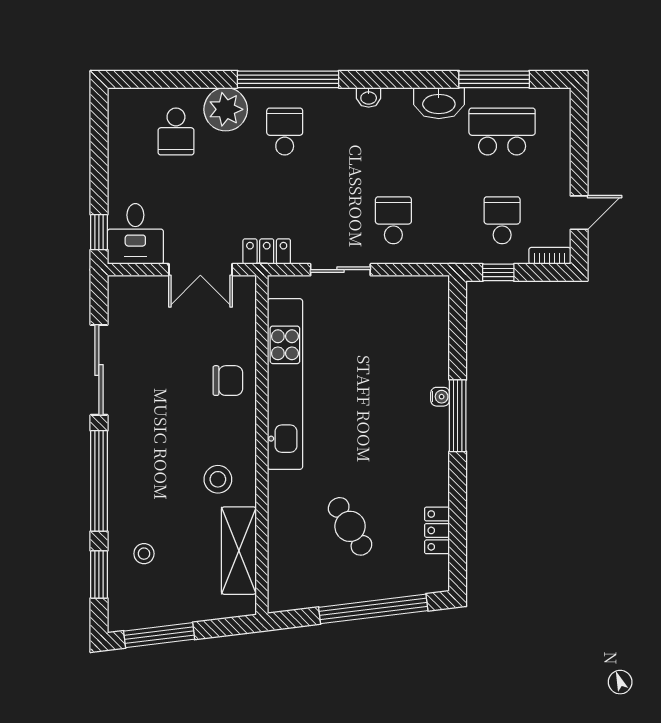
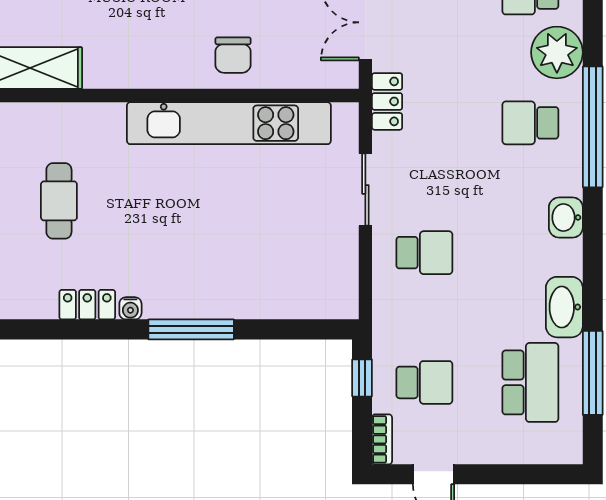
washbasin: (369, 97) -> (566, 217), width x1.38, depth x1.45
school desk: (285, 132) -> (530, 123), turned 180
water cooler: (440, 397) -> (130, 308), moved
stool: (218, 479) -> (115, 43), removed
cafe table: (350, 526) -> (59, 201), turned -59
locker: (437, 530) -> (87, 305), moved

